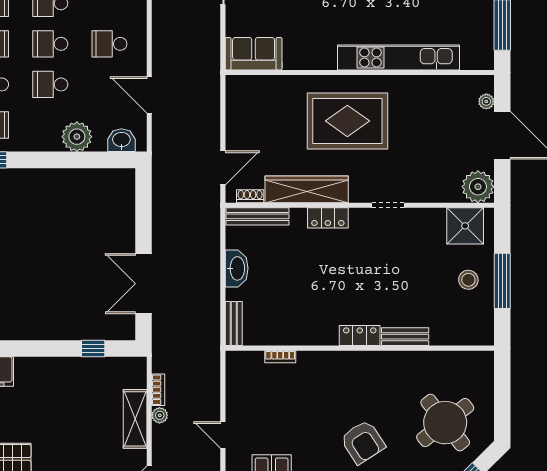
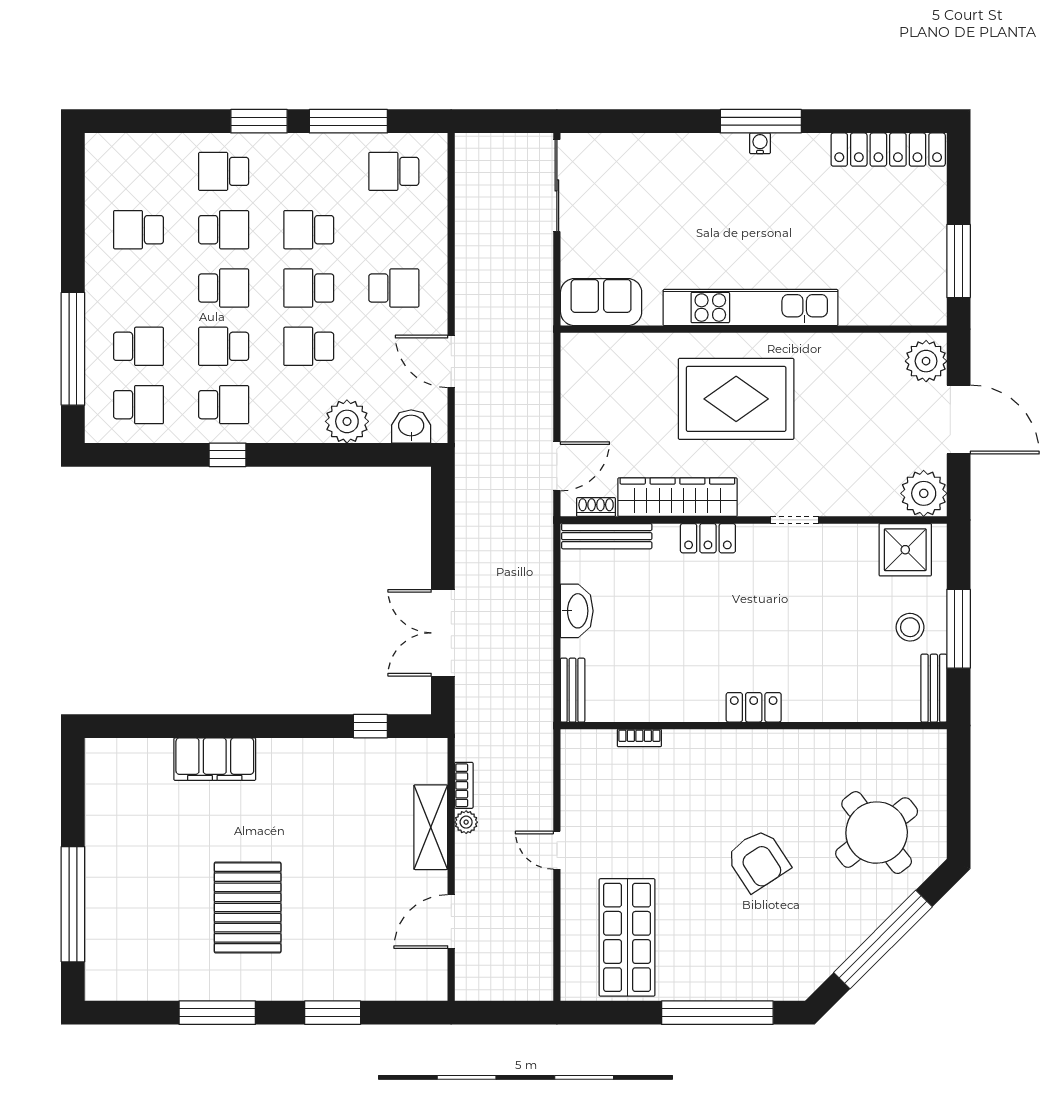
school desk: (109, 44) -> (394, 288), turned 180
kitchen unit: (398, 57) -> (750, 308), moved
plant: (486, 101) -> (926, 361), width x1.87, depth x1.87
bench: (405, 337) -> (934, 688), moved, turned 90

